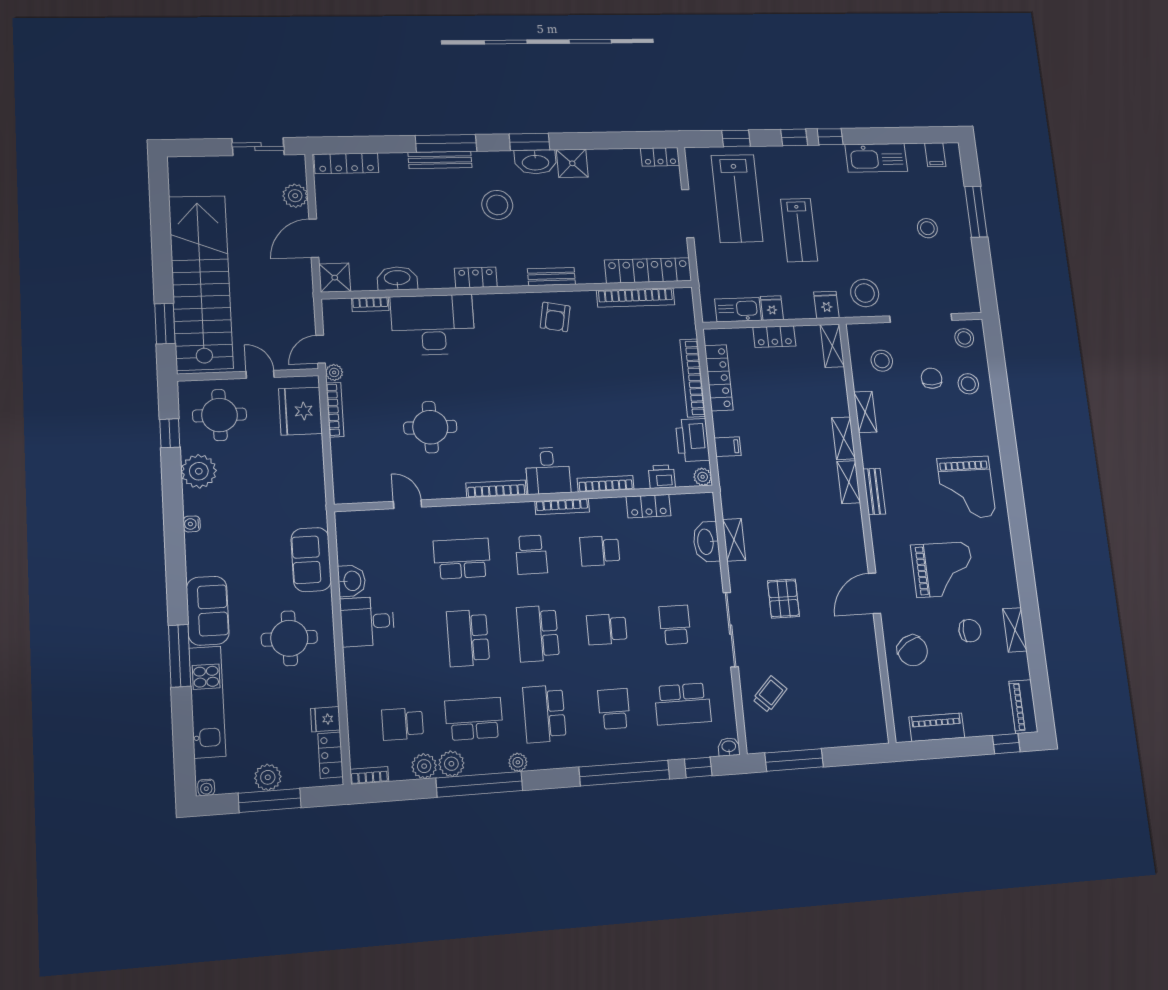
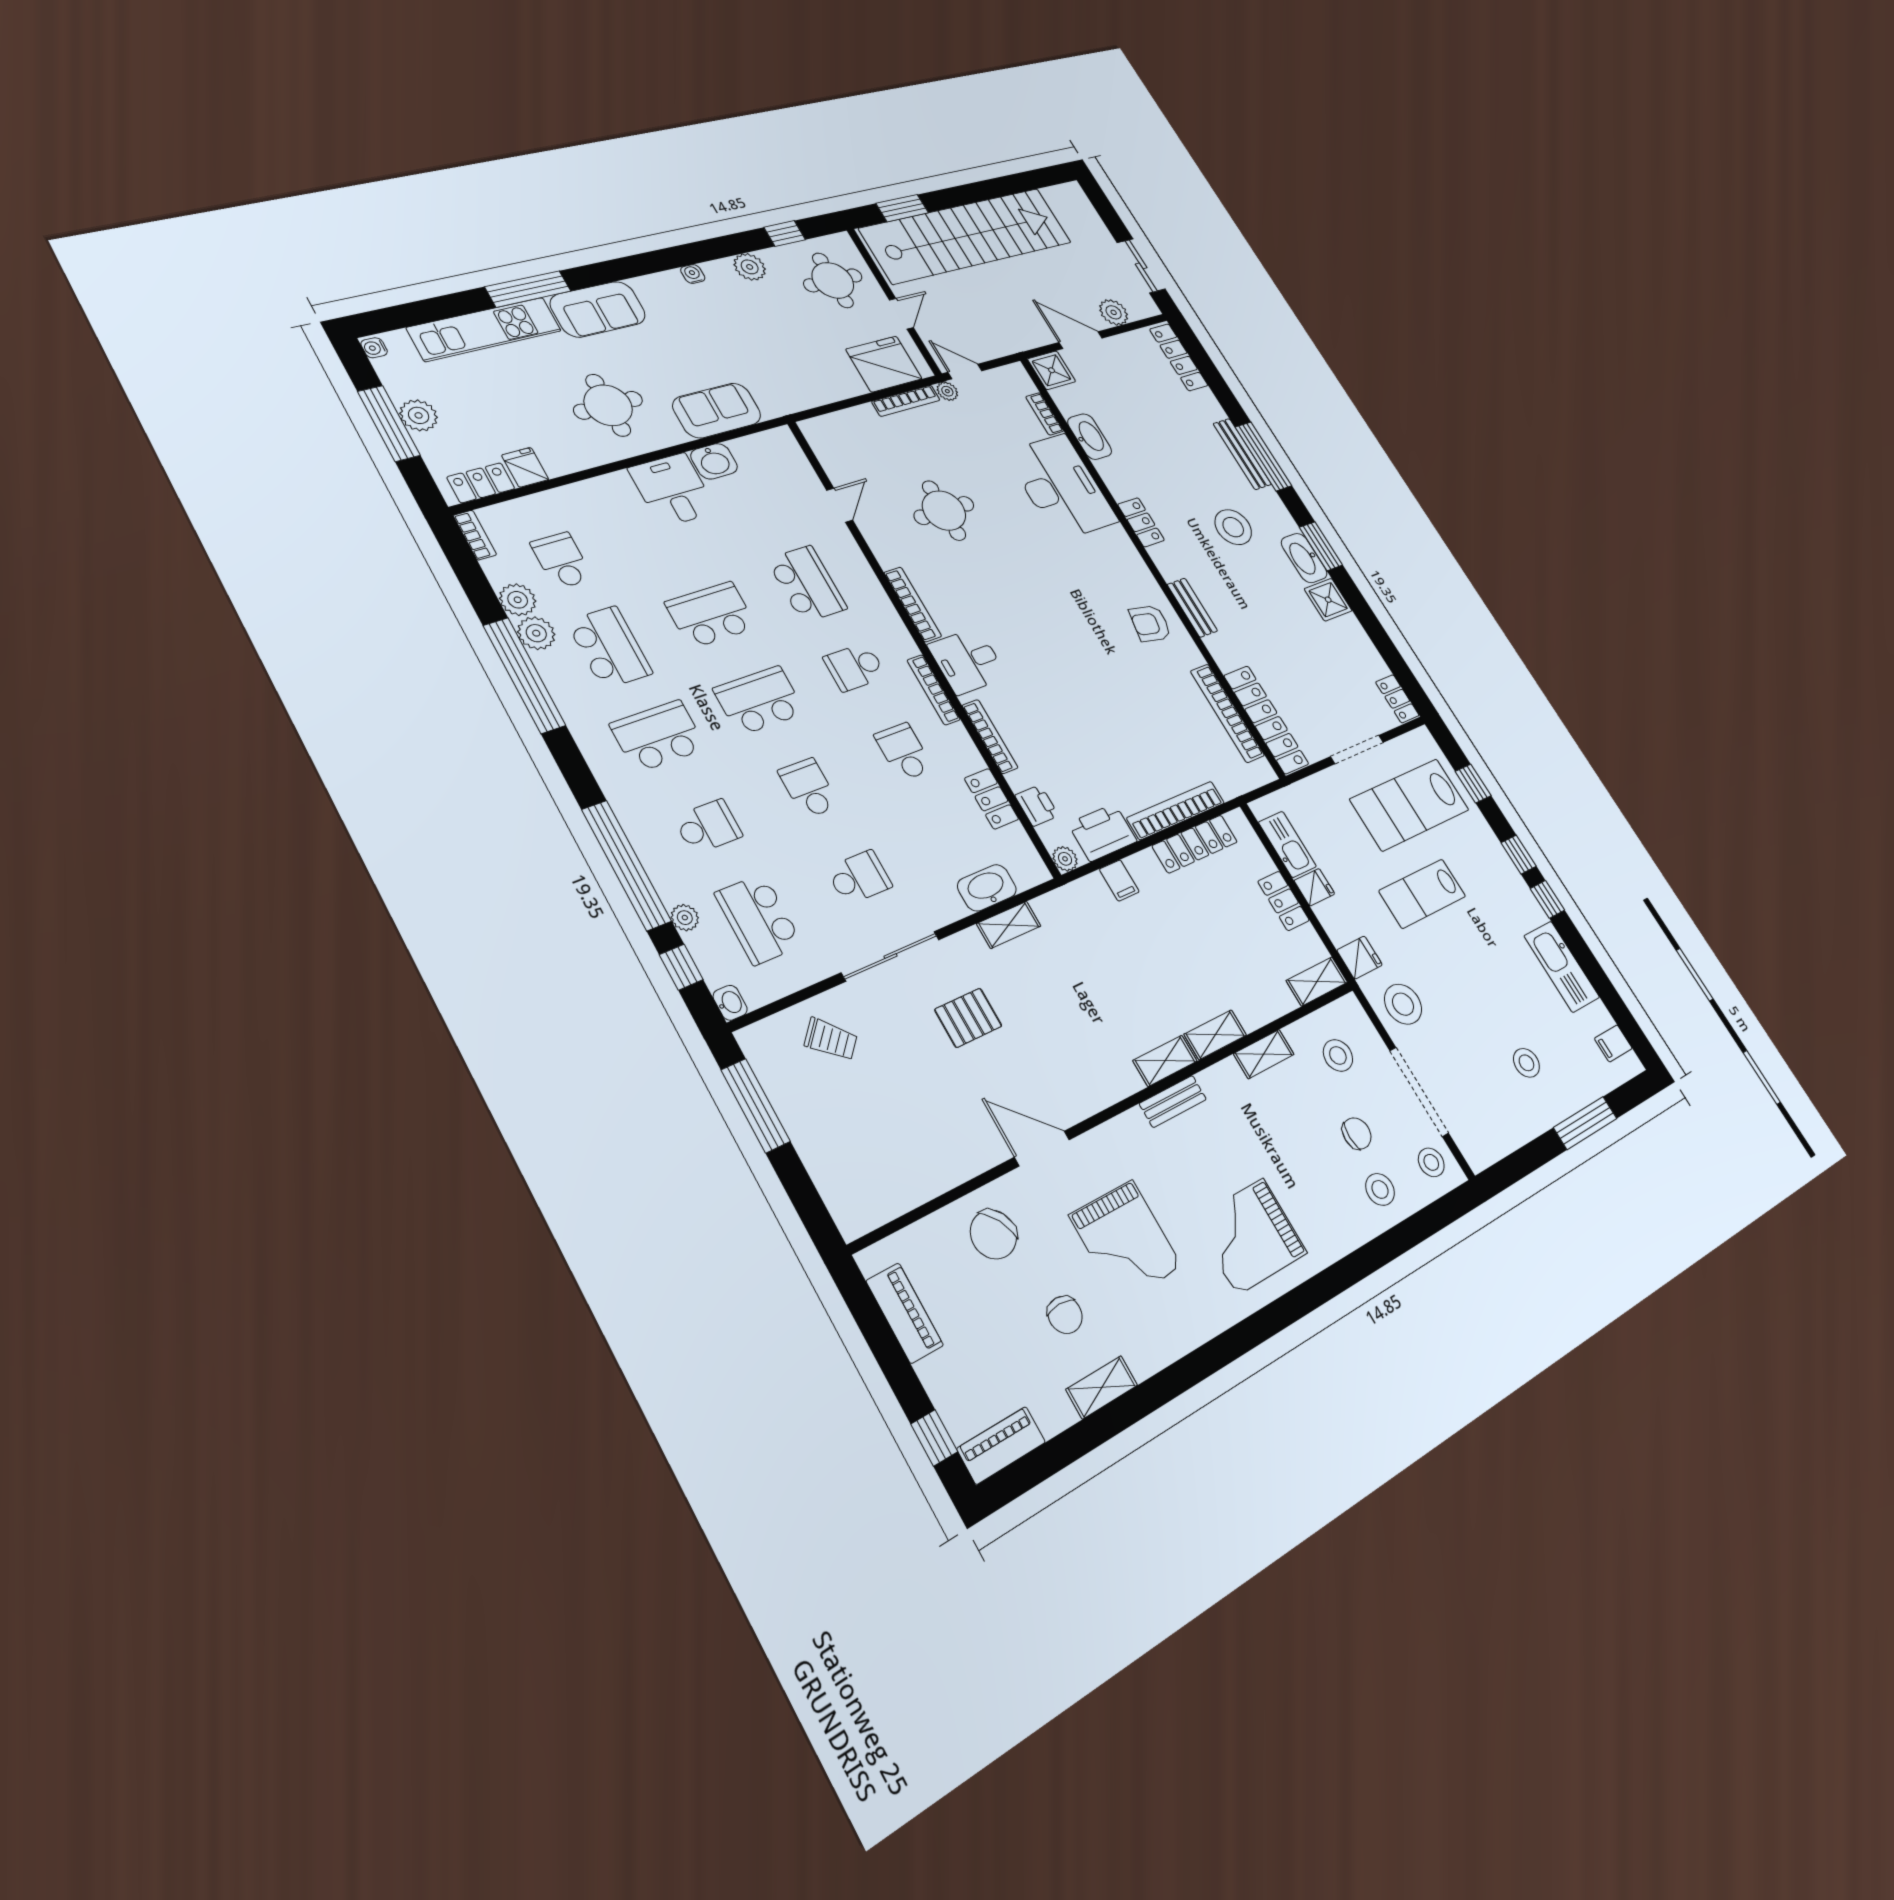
plant: (199, 471) -> (750, 267), width x0.73, depth x0.73
plant: (518, 762) -> (685, 918), moved

